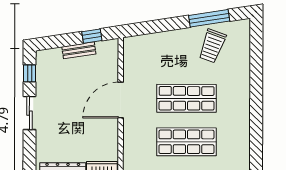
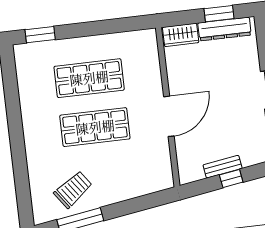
window: (92, 36) -> (231, 179), moved
trolley: (212, 46) -> (73, 189), turned 34

